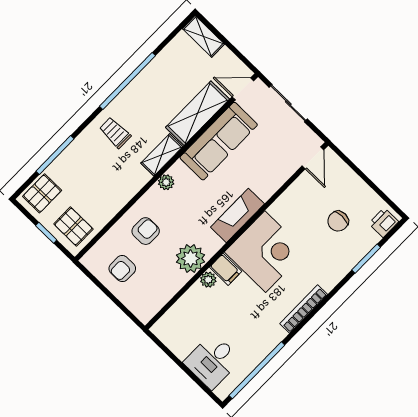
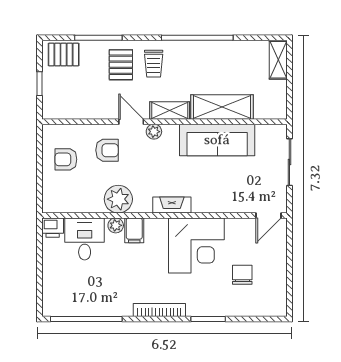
door: (243, 89) -> (131, 122), moved
trolley: (115, 133) -> (154, 64), turned 180
fireplace: (237, 215) -> (172, 205), width x0.73, depth x0.76
chair: (338, 221) -> (242, 275), turned 90
printer: (384, 222) -> (53, 228), moved, turned 180
pallet: (73, 227) -> (121, 65), moved
corner desk: (265, 252) -> (196, 245), moved
window: (366, 259) -> (208, 319), moved
desk: (212, 361) -> (85, 239), moved, turned 90

